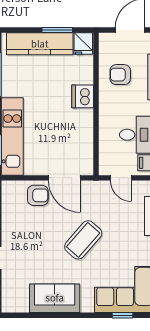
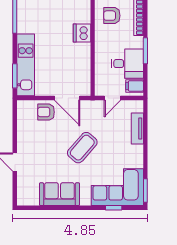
door: (121, 178) -> (112, 98), hinge flipped
armchair: (38, 195) -> (46, 112), turned 180

